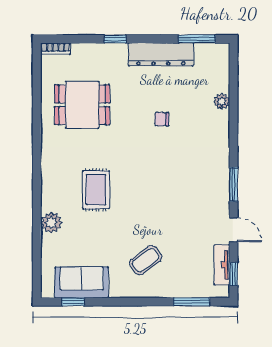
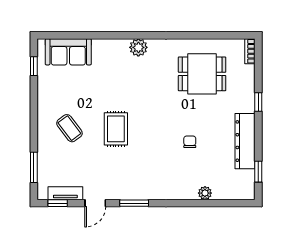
window: (197, 39) -> (258, 172), width x0.67
dining table: (82, 105) -> (202, 74), turned 90
rug: (96, 190) -> (116, 129), moved, turned 90
plant: (51, 223) -> (138, 47), moved
sofa: (82, 282) -> (68, 52), moved, turned 90

